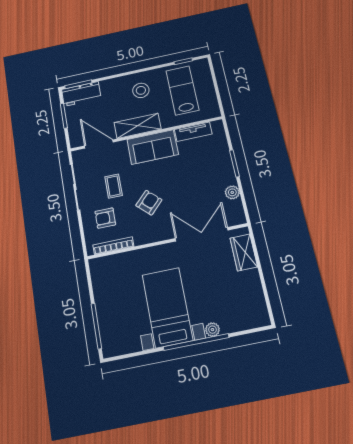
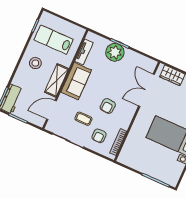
plant: (232, 192) -> (115, 52), moved, width x1.87, depth x1.87
armchair: (149, 203) -> (108, 106), turned -130

